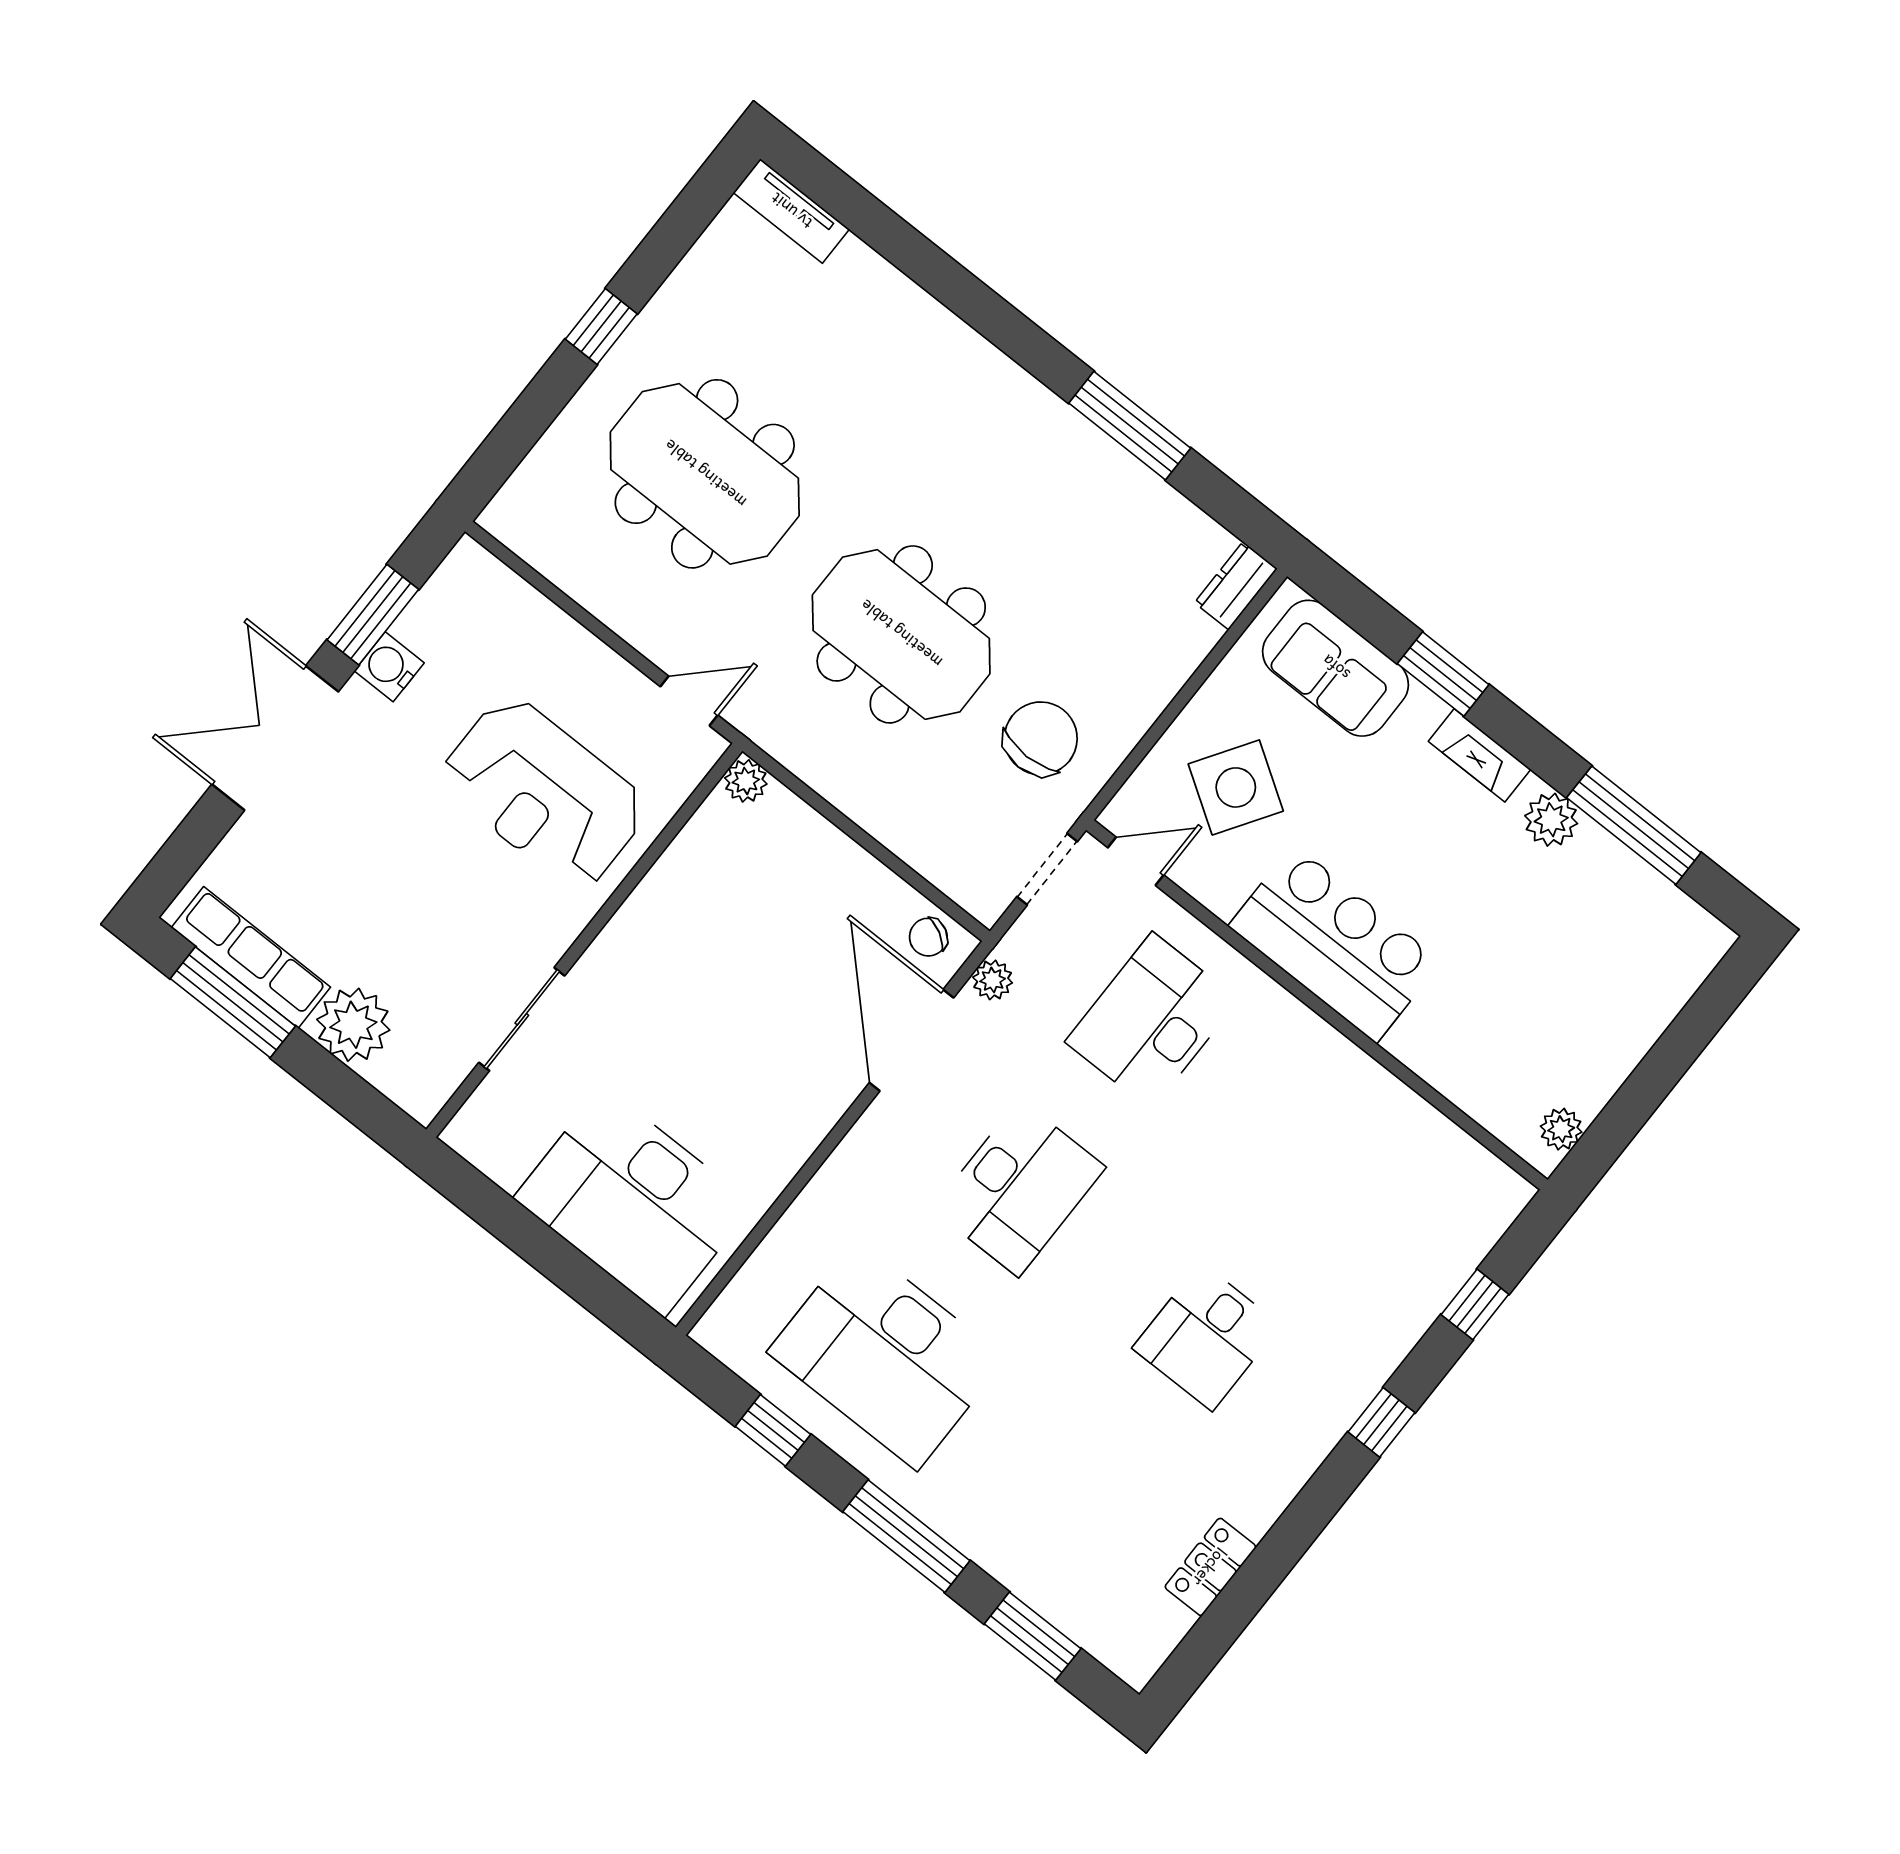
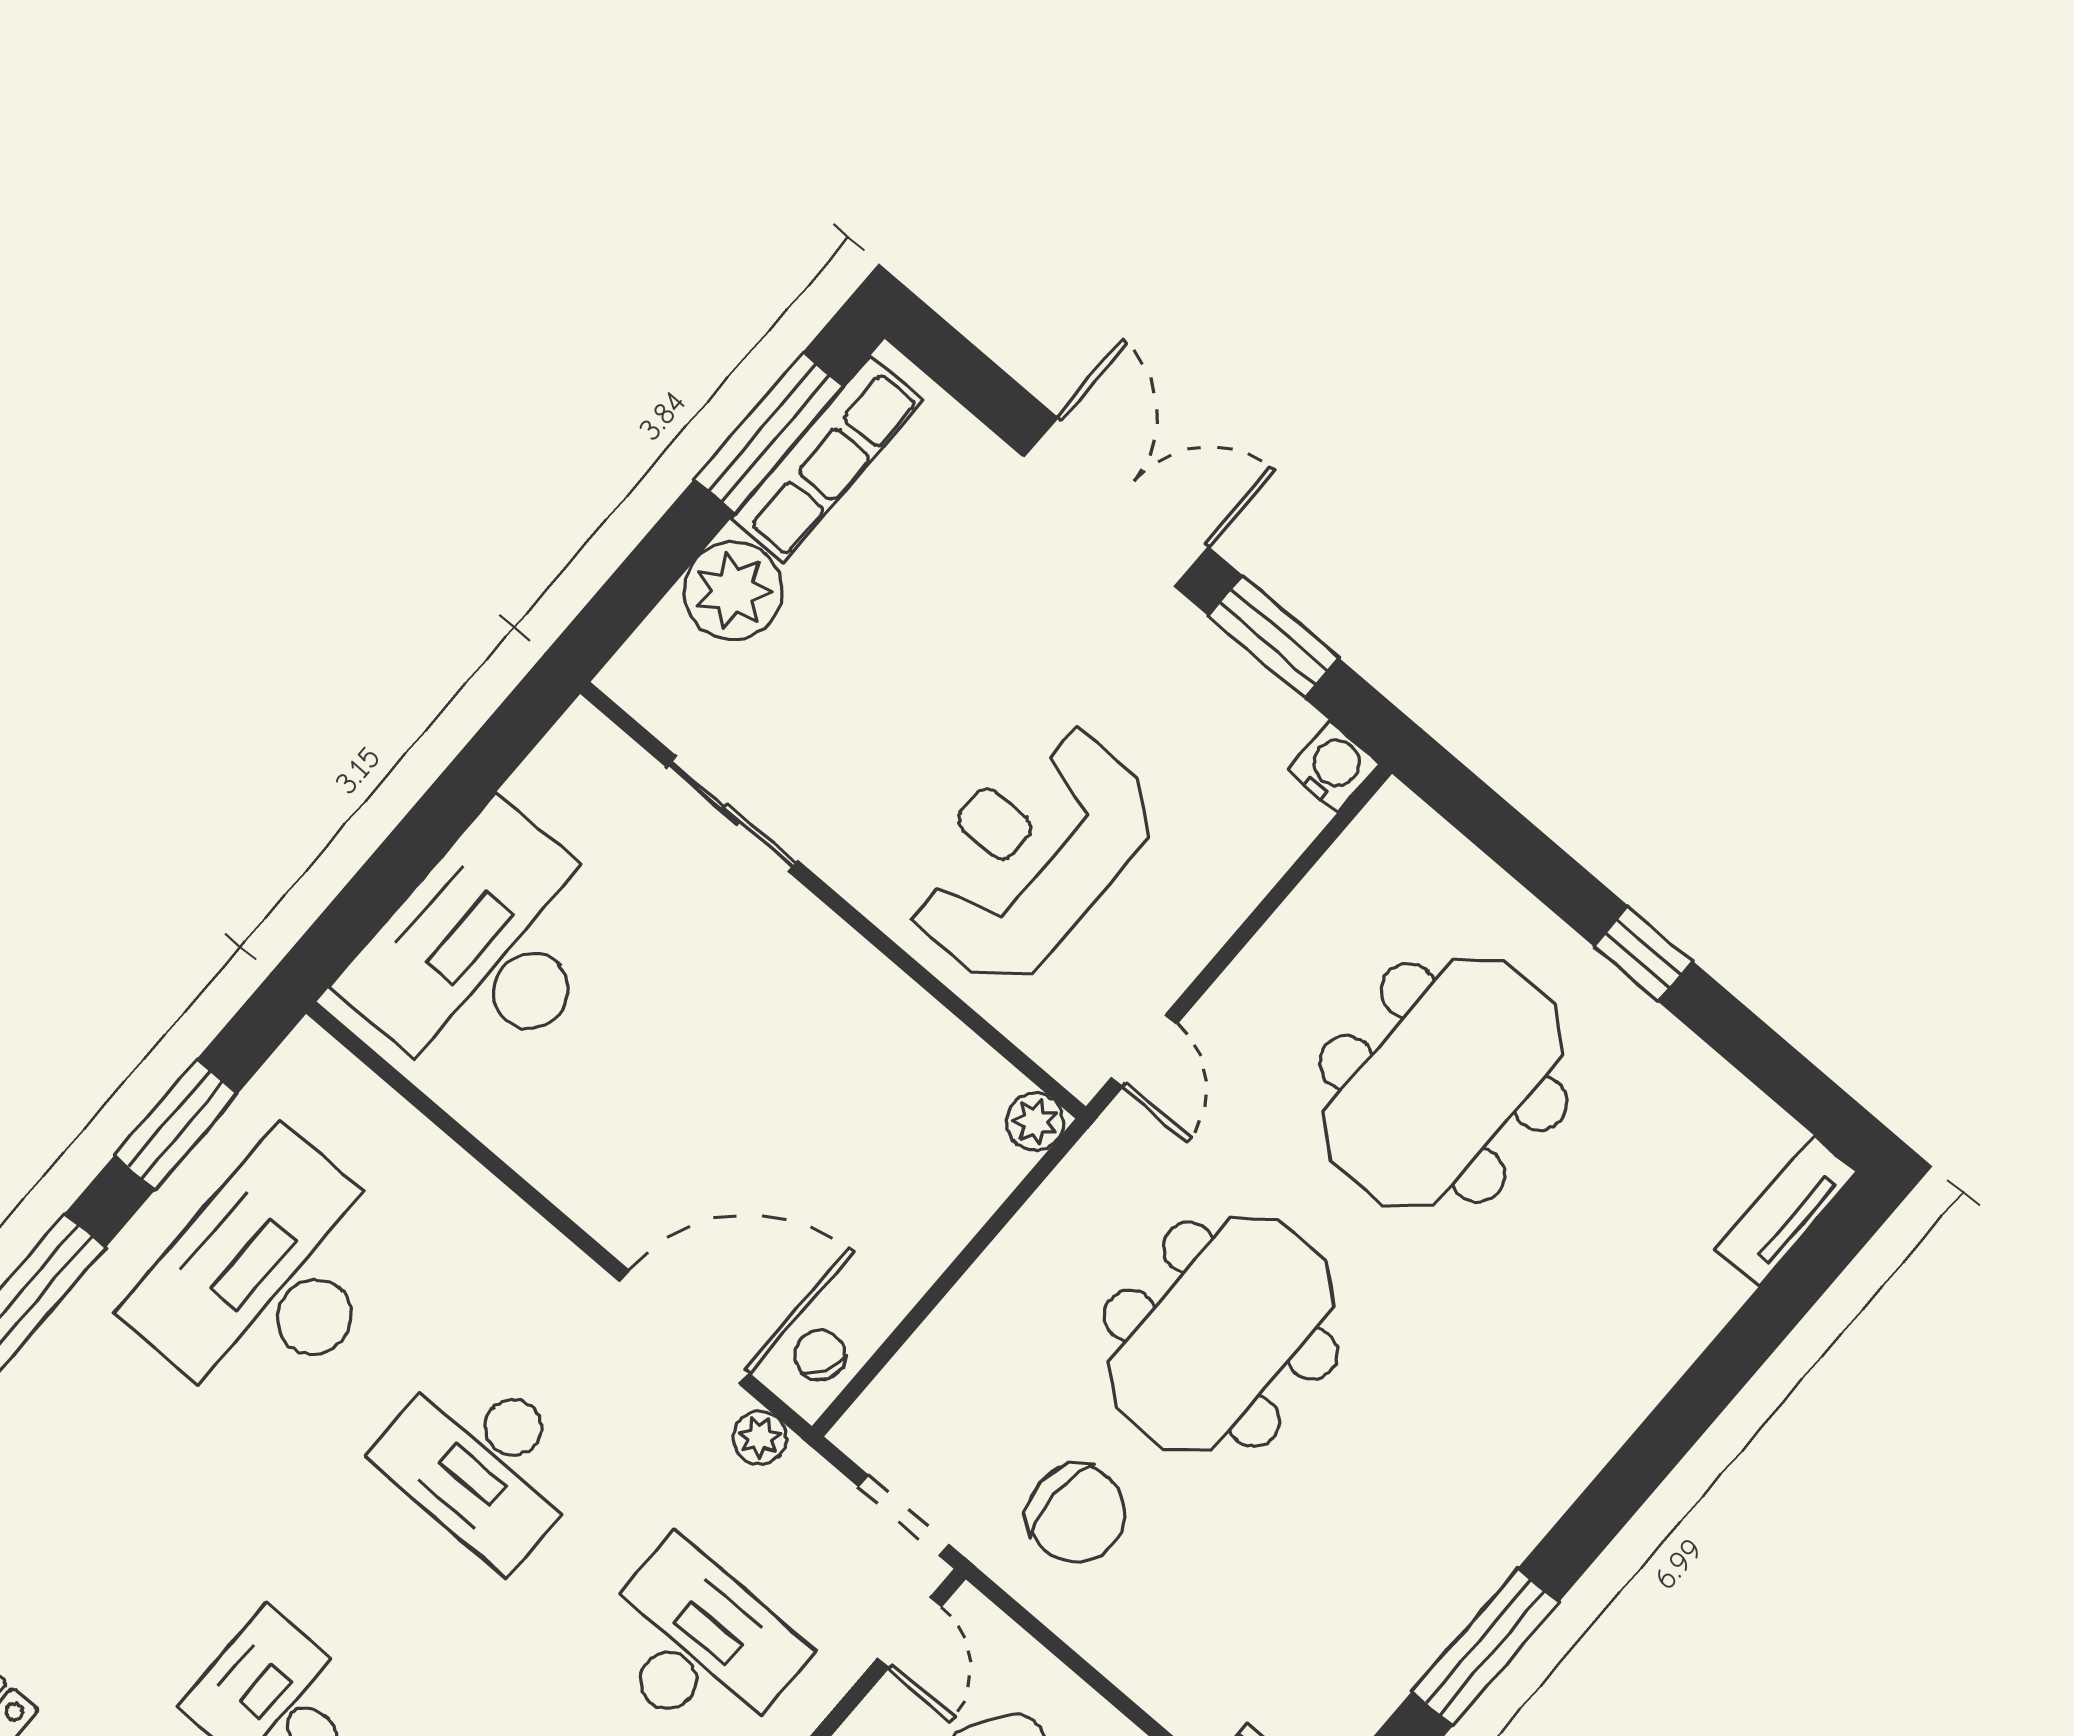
water cooler: (389, 667) -> (1333, 767), moved
window: (773, 1430) -> (176, 1125), width x1.50

